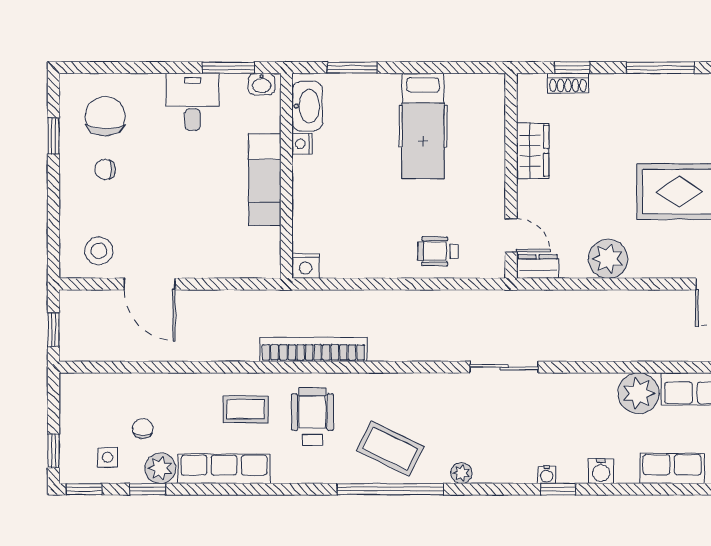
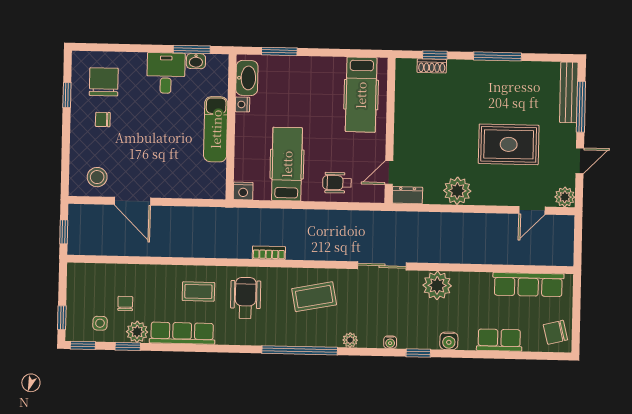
washbasin: (262, 84) -> (196, 61), moved
hospital bed: (423, 126) -> (361, 95), moved
wardrobe: (533, 151) -> (406, 113), removed
hospital bed: (367, 227) -> (287, 164), added
door: (511, 235) -> (389, 173), swing flipped
bookcase: (313, 349) -> (269, 253), width x0.43, depth x0.76
plant: (639, 393) -> (437, 285), moved
coffee table: (390, 449) -> (314, 297), moved, turned -37
water cooler: (547, 475) -> (390, 342), moved

